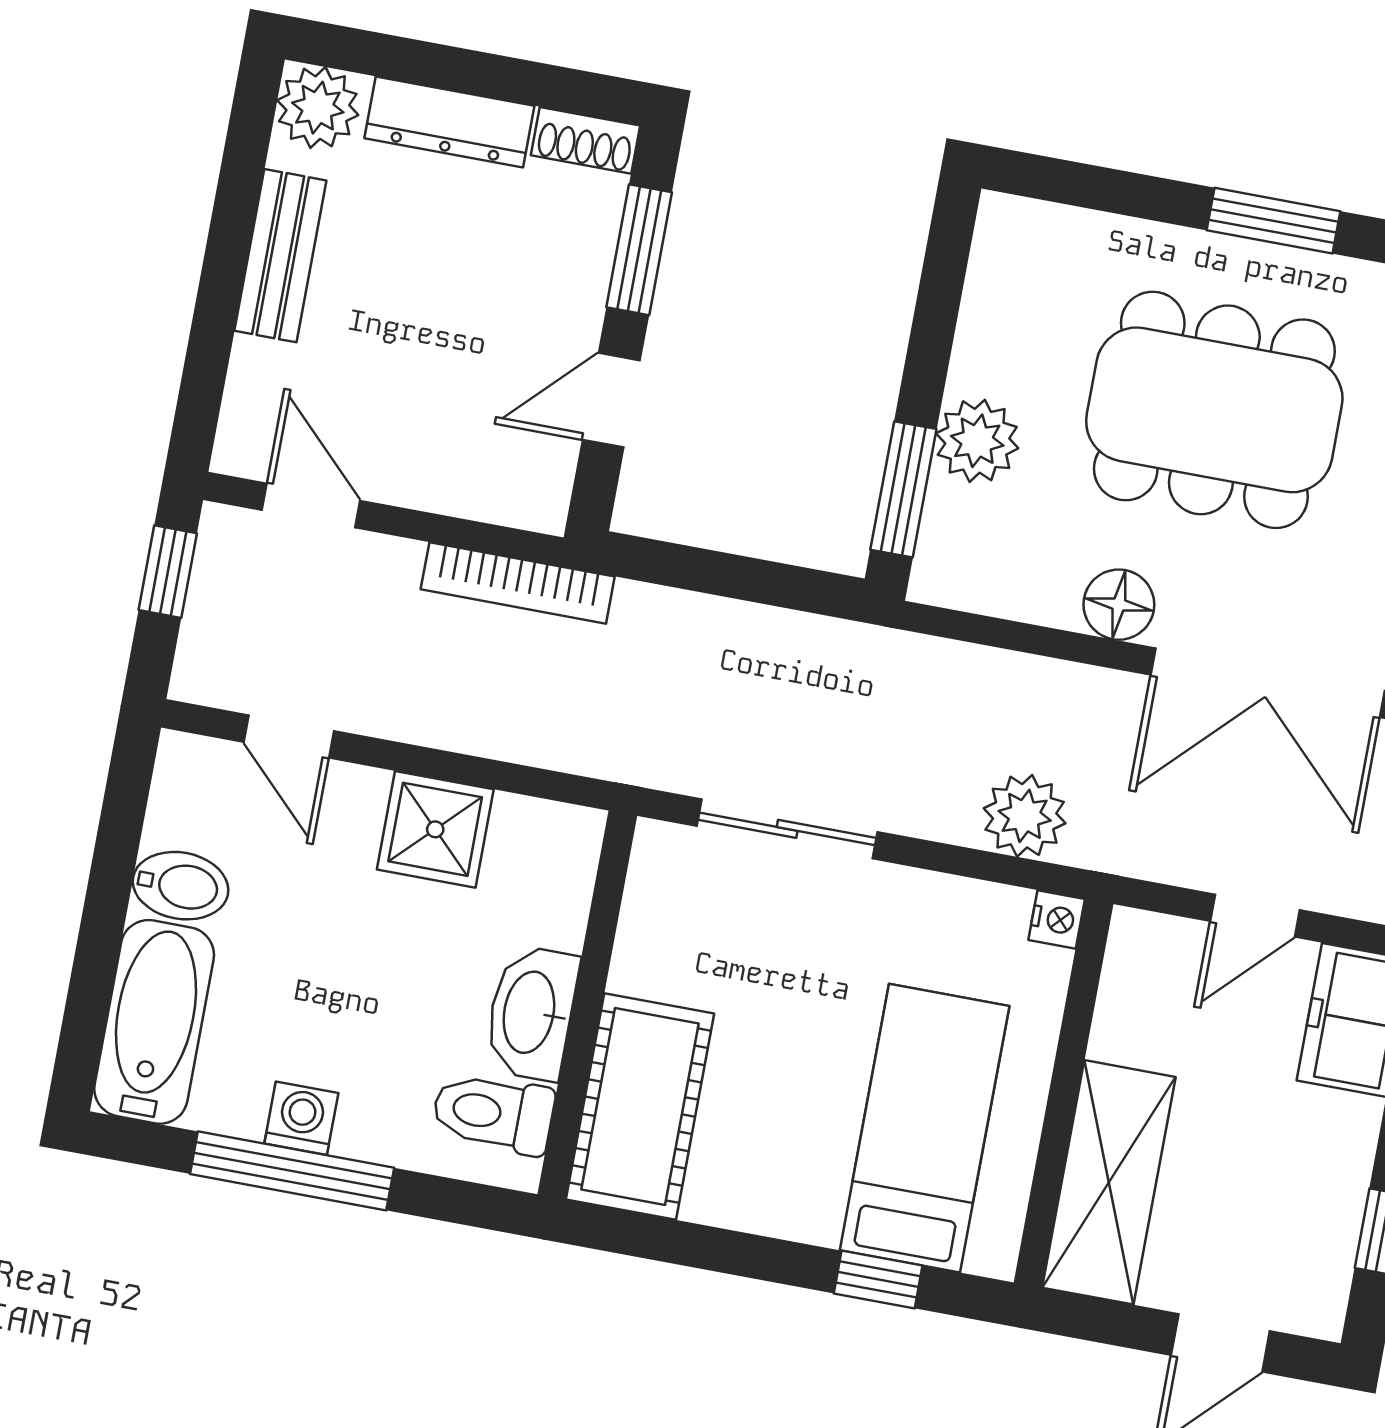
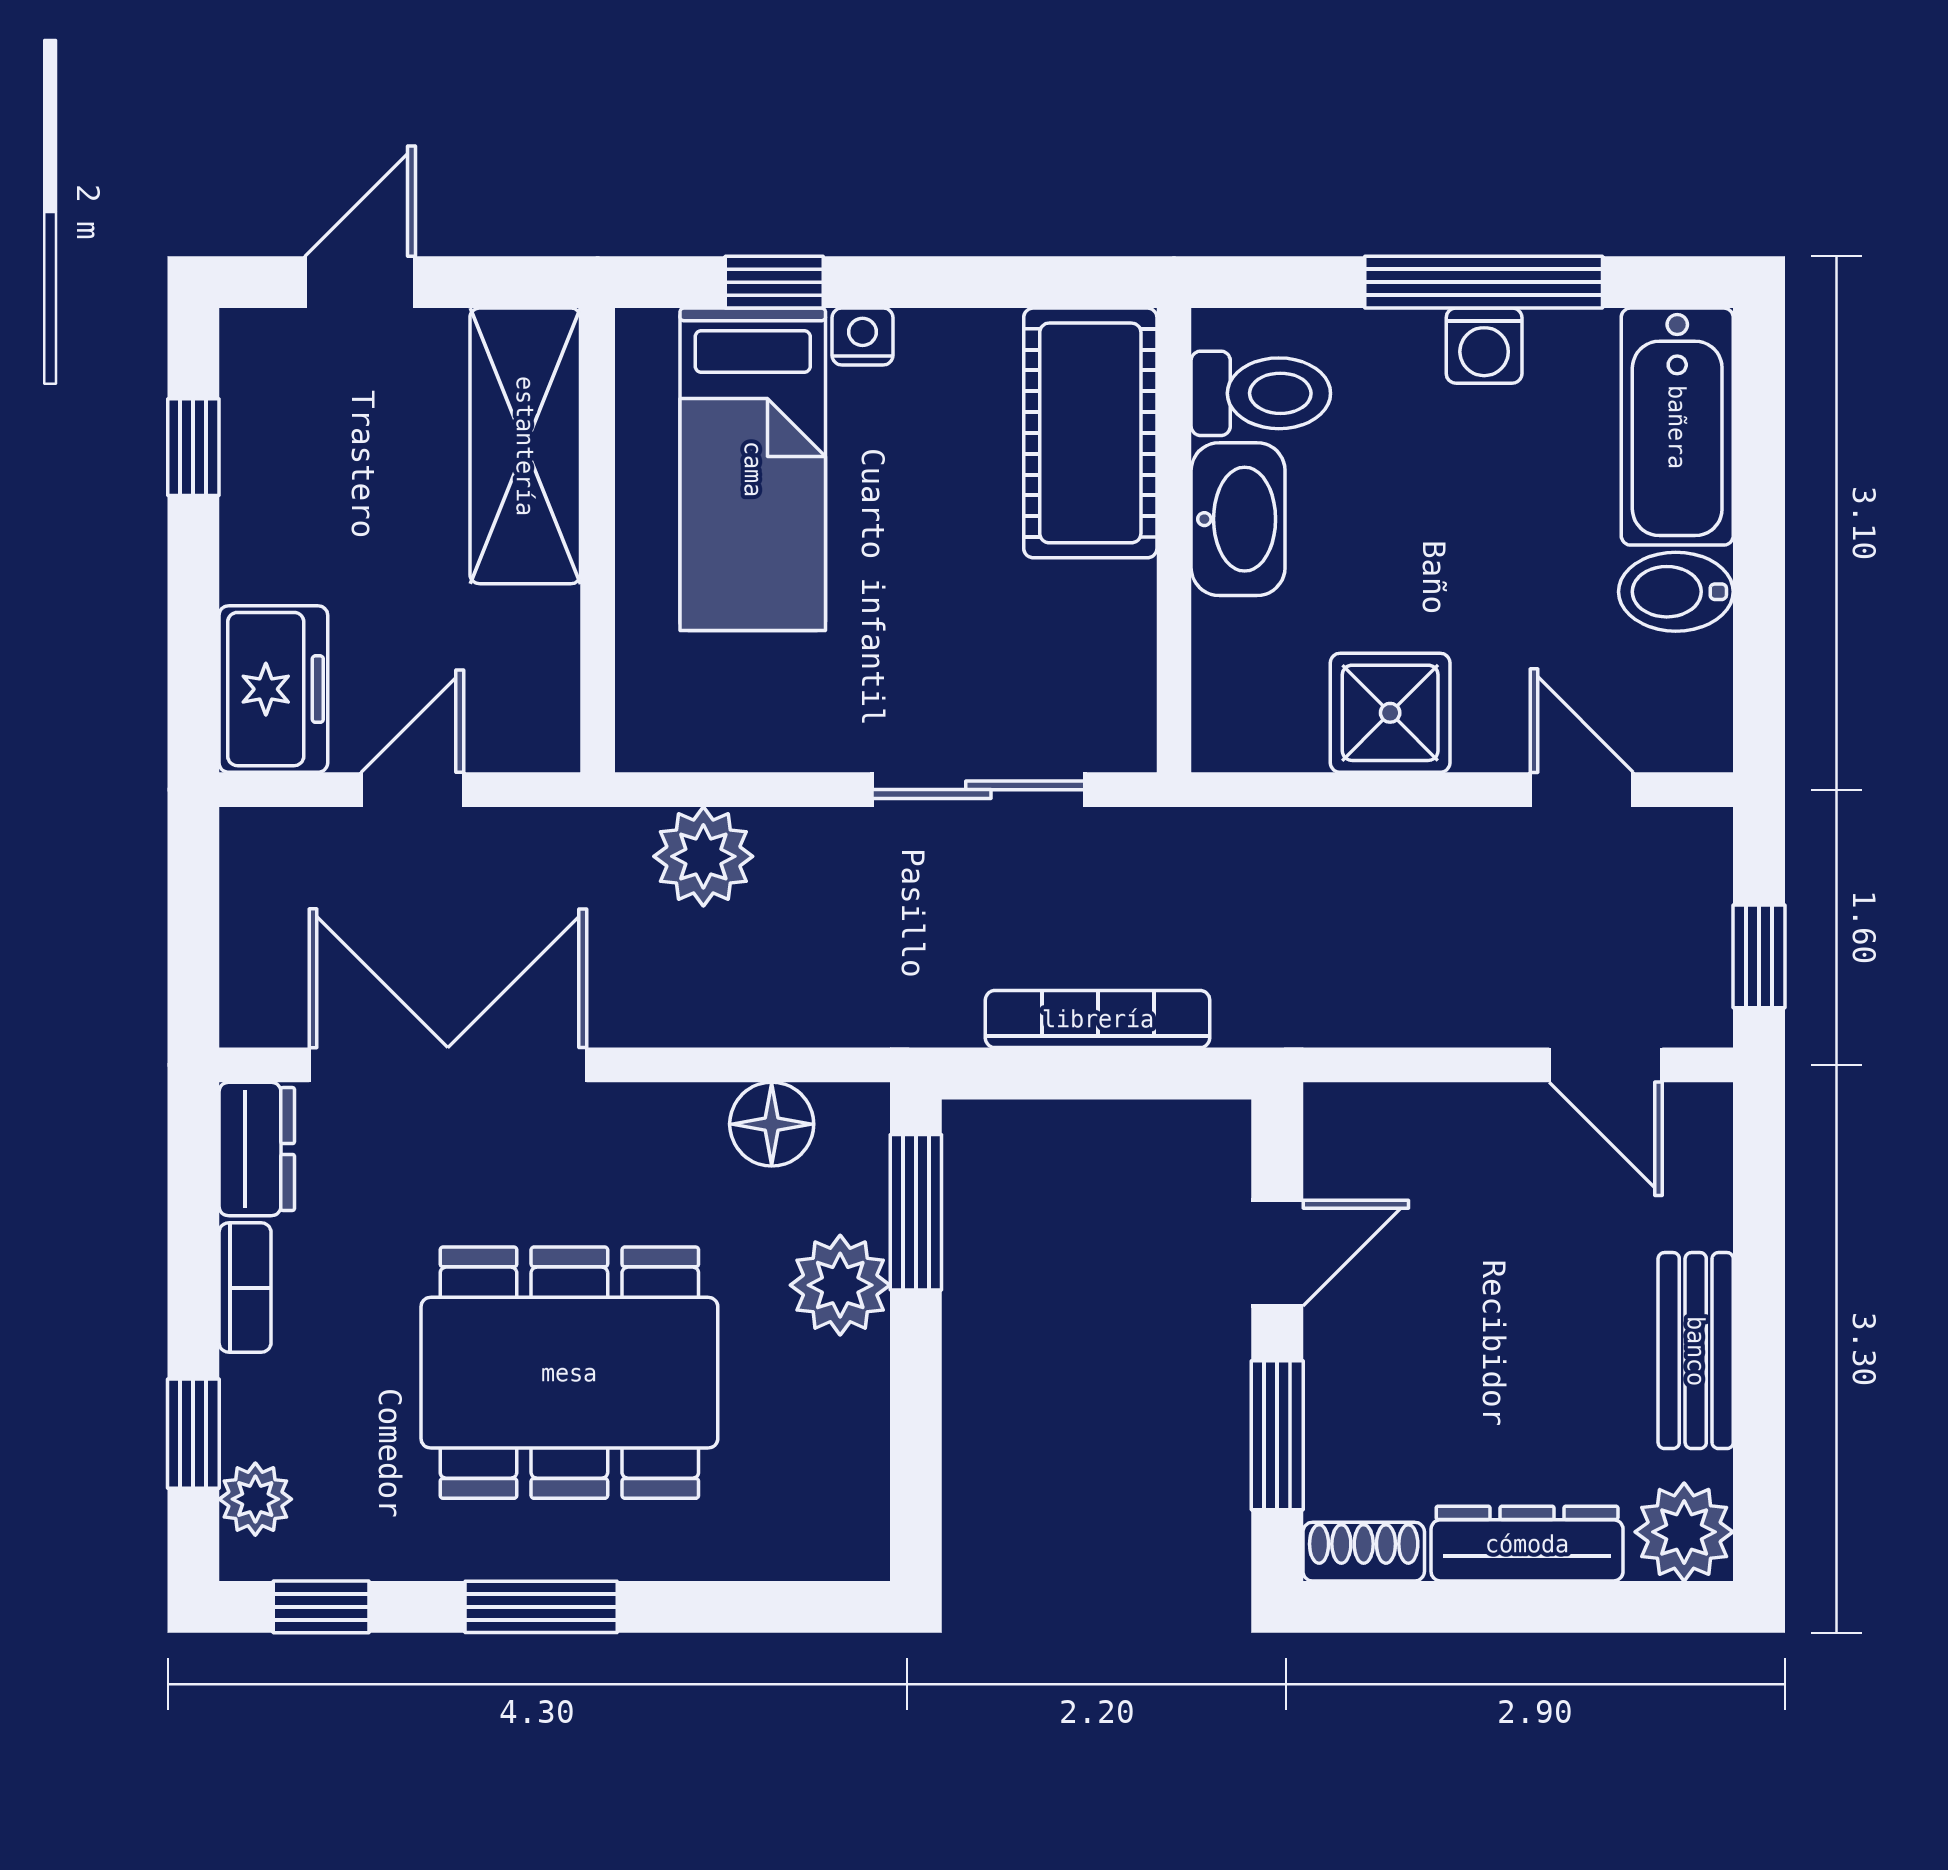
bookcase: (518, 583) -> (1098, 1019), moved
floor lamp: (1119, 605) -> (772, 1124), moved
nightstand: (1057, 919) -> (863, 337), moved, turned 90

